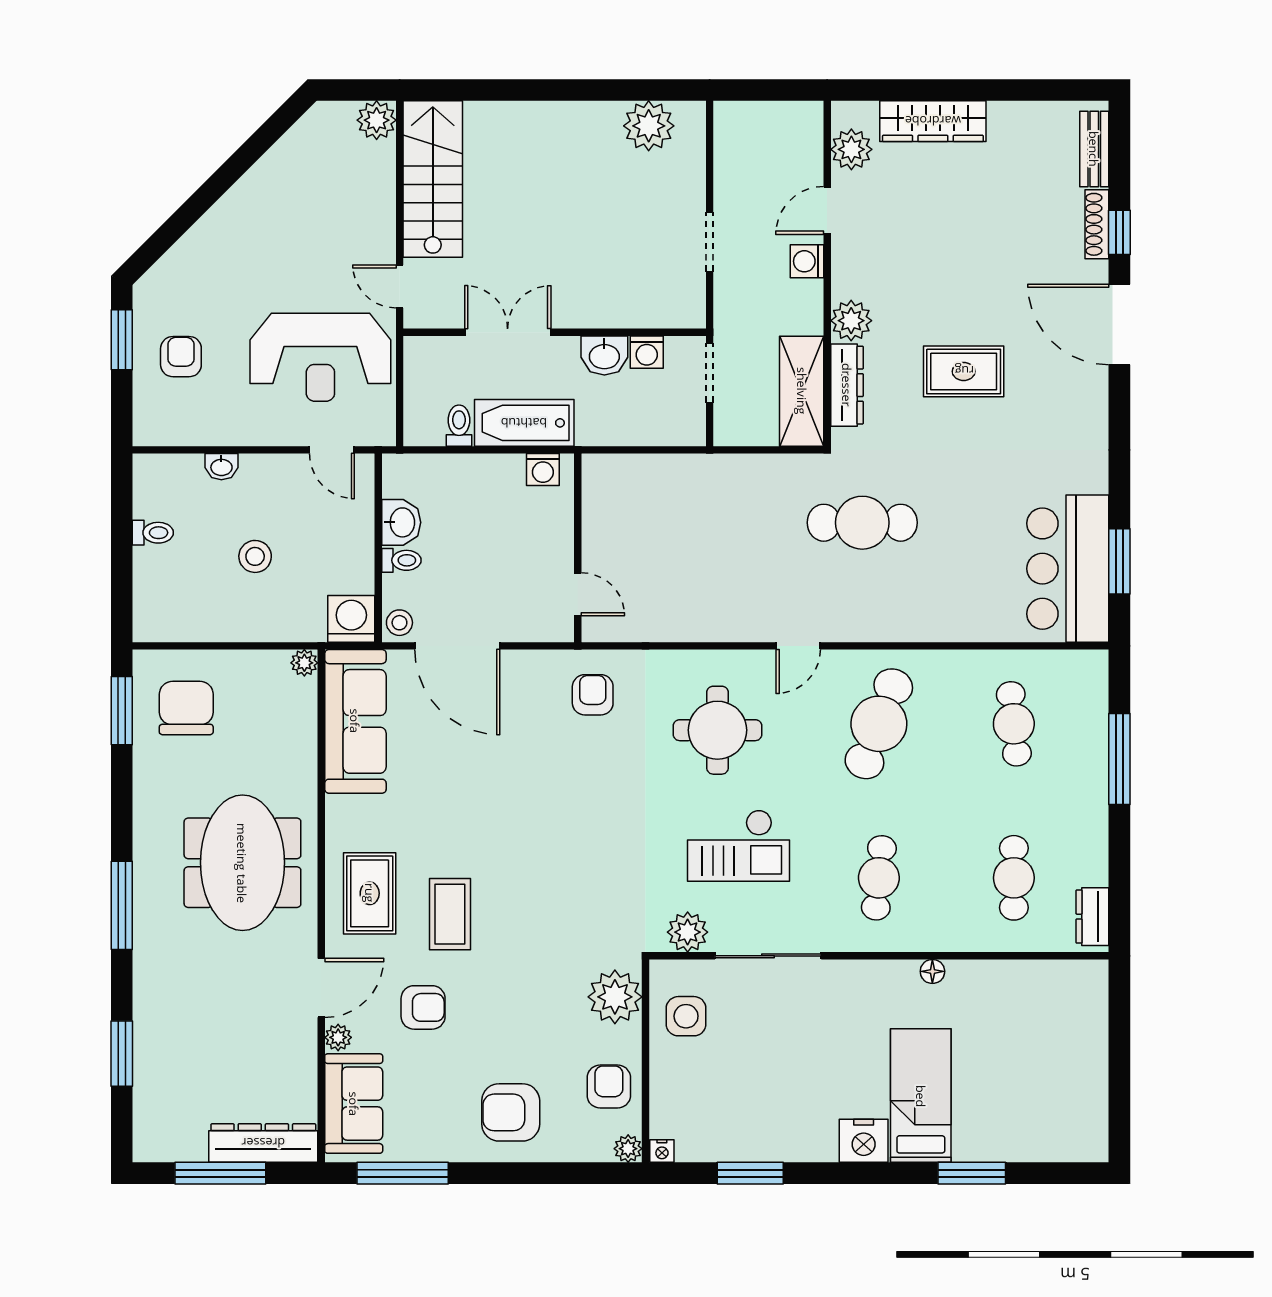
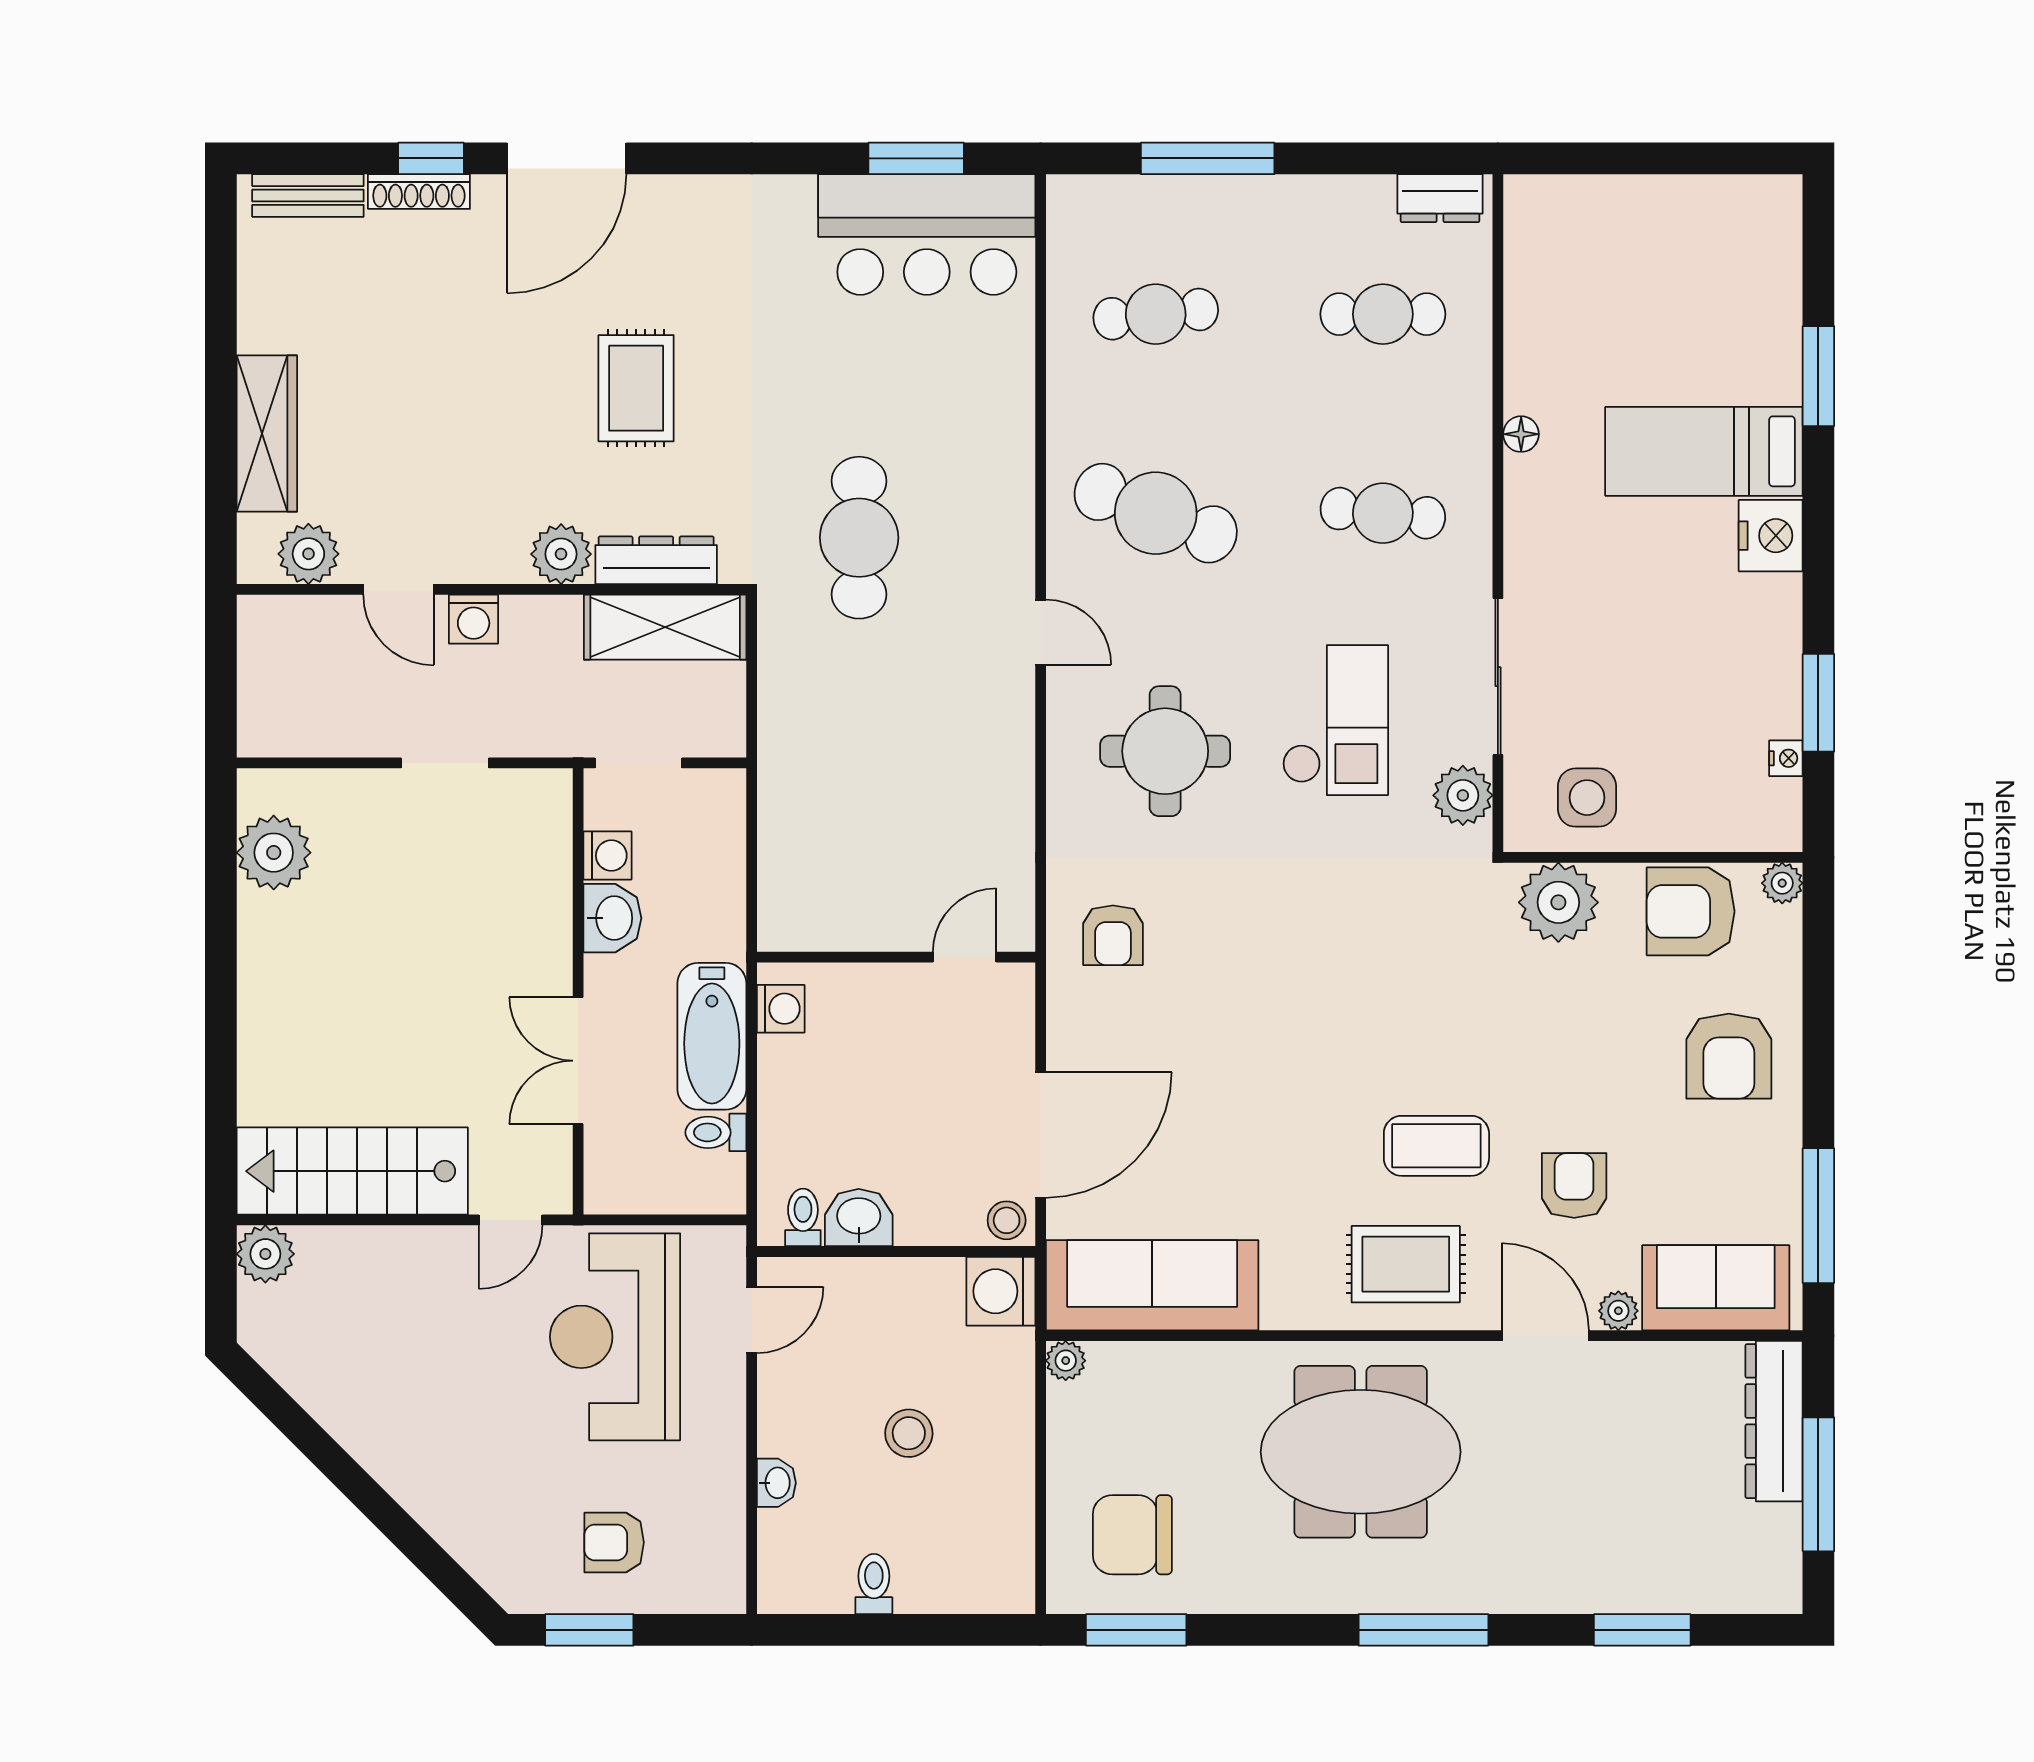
reception desk: (320, 357) -> (615, 1337), turned 180
toilet: (401, 560) -> (803, 1217), moved
armchair: (593, 695) -> (1113, 935), turned -90
armchair: (609, 1087) -> (1691, 911), width x1.38, depth x1.38
nightstand: (662, 1151) -> (1786, 758), moved

